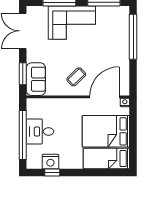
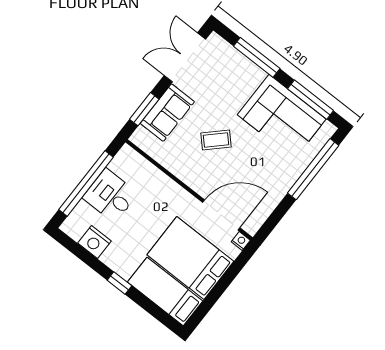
corner sofa: (72, 23) -> (282, 117), moved
coffee table: (76, 77) -> (216, 140), moved
sofa: (36, 79) -> (167, 113), moved
window: (52, 173) -> (119, 283), moved

